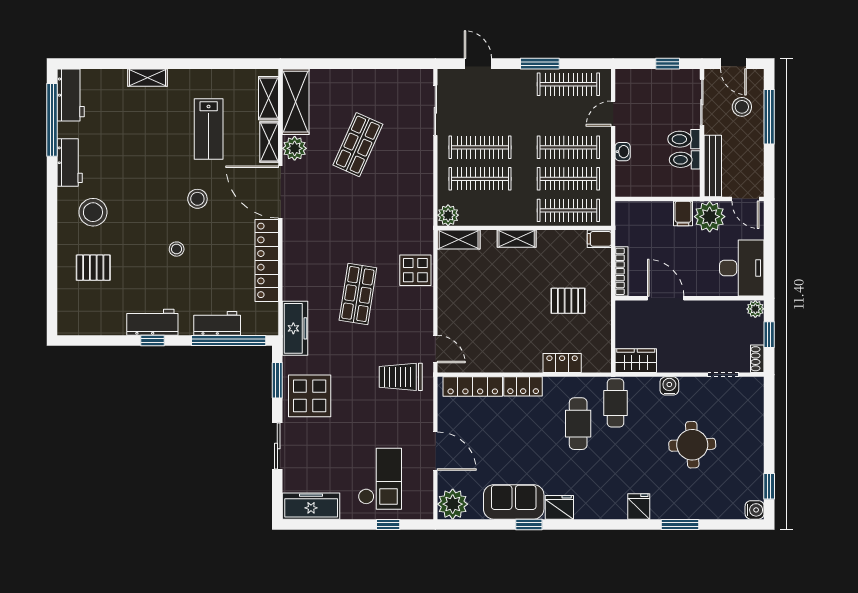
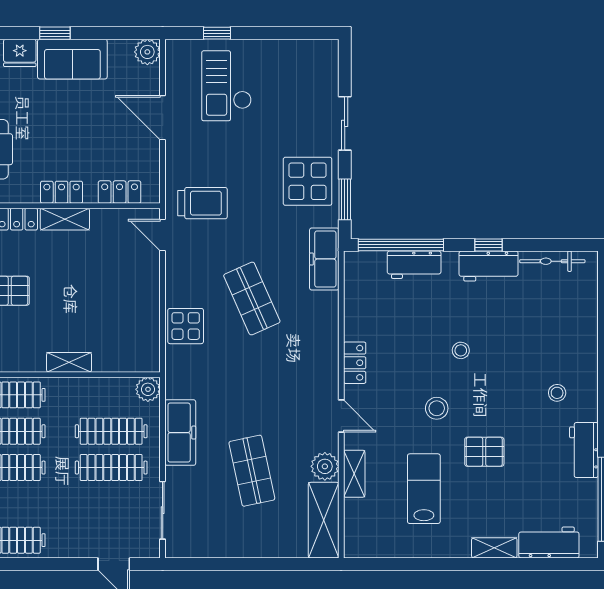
window: (540, 64) -> (42, 564), removed
workbench: (71, 95) -> (549, 542), moved, turned 90
shelving: (269, 98) -> (355, 524), removed
shop shelf: (358, 145) -> (252, 471), turned -36
door: (280, 192) -> (341, 416), width x0.53
stool: (93, 212) -> (557, 393), width x0.53, depth x0.53
shelving: (459, 240) -> (65, 219), moved
locker: (267, 260) -> (355, 363), width x0.46, depth x0.83
pallet: (93, 268) -> (484, 452), moved
shop shelf: (358, 294) -> (252, 299), turned -33
bicycle: (97, 326) -> (552, 261), added
locker: (473, 387) -> (120, 192), width x0.66
plant: (453, 504) -> (147, 52), width x0.73, depth x0.73
freezer: (311, 506) -> (180, 433), moved, turned -90

